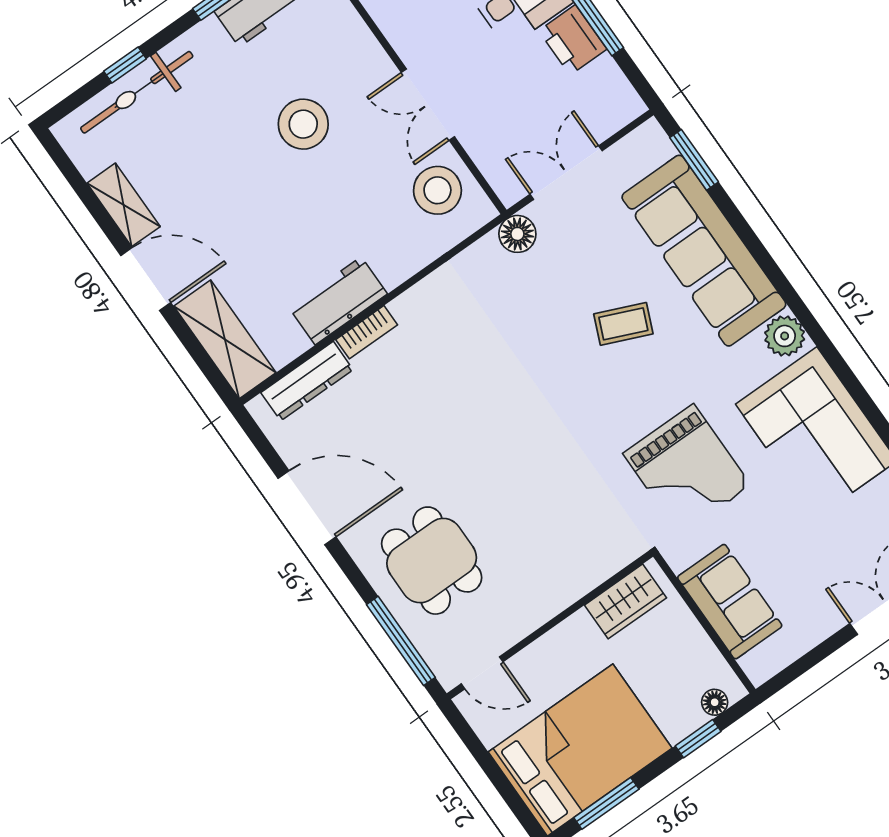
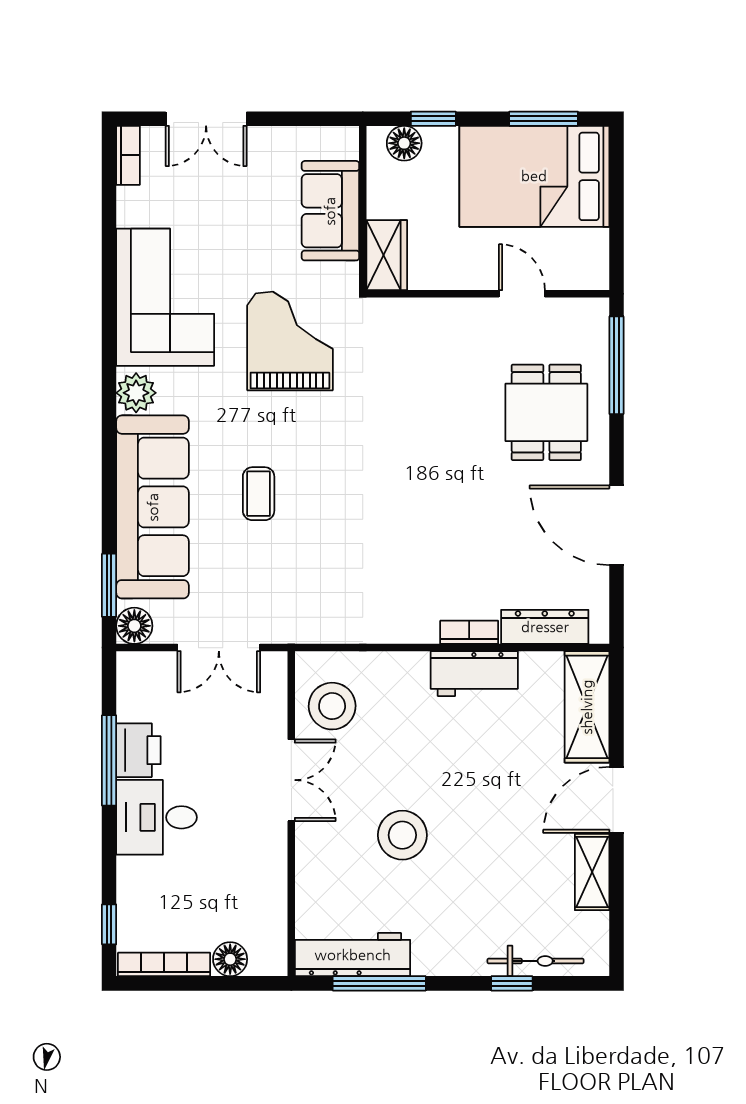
bicycle: (137, 92) -> (536, 961), width x0.73, depth x0.71
floor lamp: (517, 234) -> (134, 626), moved
door: (146, 279) -> (616, 800), hinge flipped
coffee table: (623, 324) -> (259, 494), turned 67
wardrobe: (625, 601) -> (387, 255), moved, turned 90
door: (482, 673) -> (522, 294), moved
floor lamp: (715, 702) -> (404, 143), width x1.37, depth x1.37

